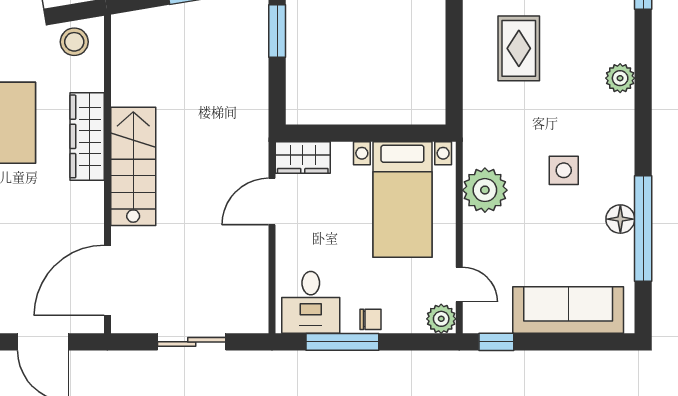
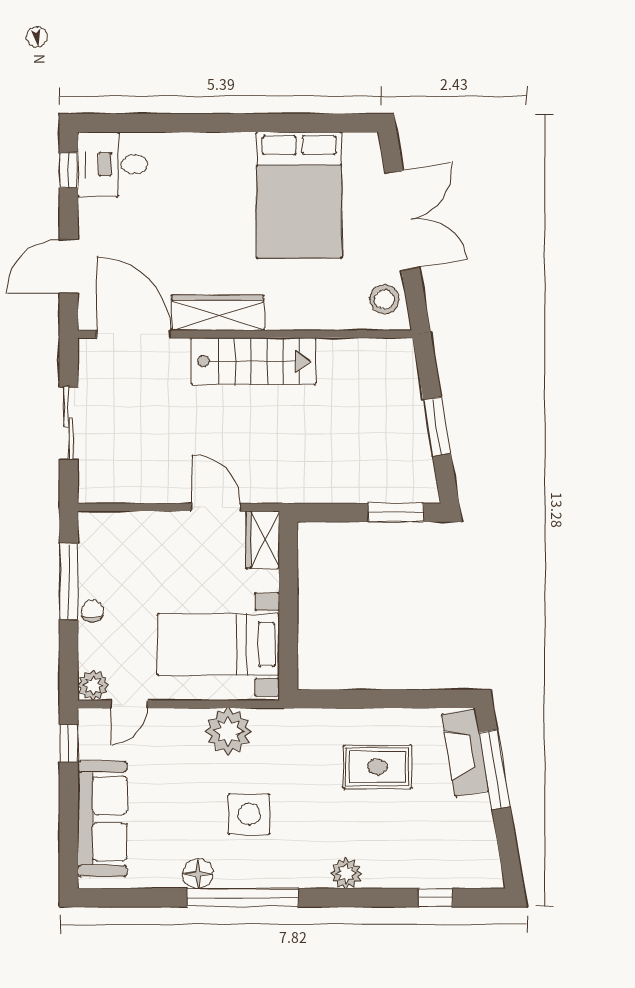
wardrobe: (87, 136) -> (218, 313), moved
side table: (564, 170) -> (249, 814), width x1.37, depth x1.37
window: (643, 229) -> (243, 898), moved
desk: (311, 302) -> (110, 548), removed
chair: (370, 319) -> (92, 611), turned 180

